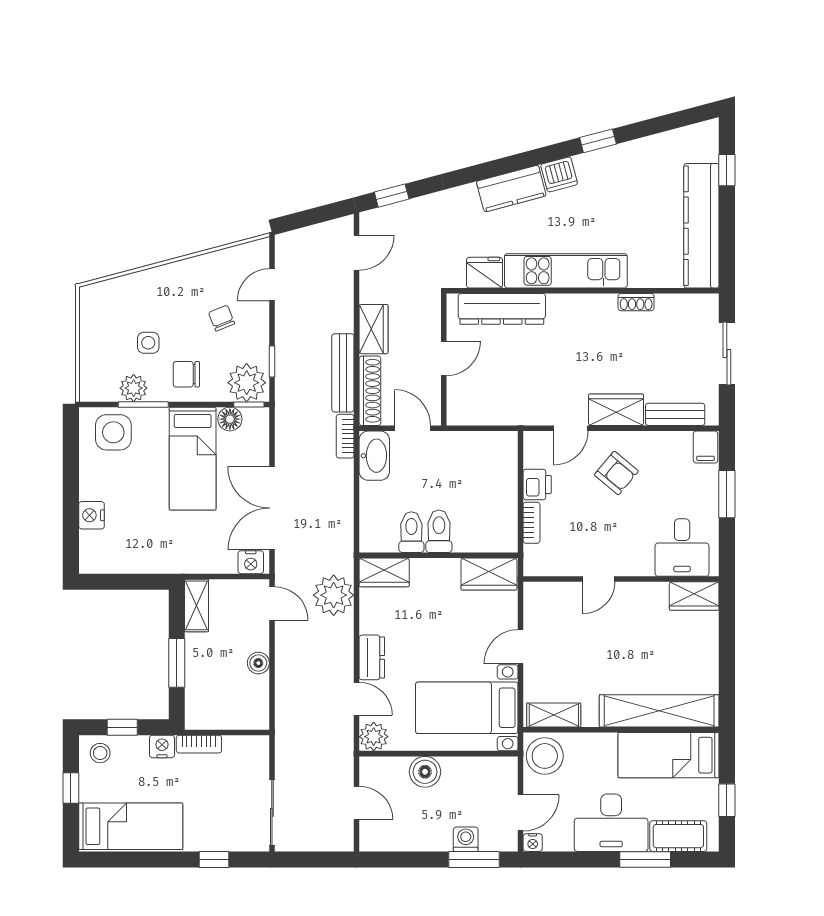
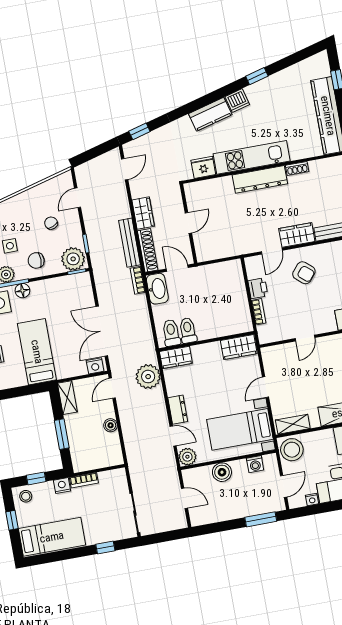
dresser: (502, 309) -> (260, 179), moved
floor lamp: (230, 419) -> (22, 291), moved
bed: (193, 459) -> (37, 352), moved, turned 180
toilet: (439, 531) -> (171, 333), moved
door: (272, 603) -> (112, 388), swing flipped
washing machine: (466, 839) -> (255, 464), moved, turned 180
nightstand: (533, 843) -> (312, 500), moved

